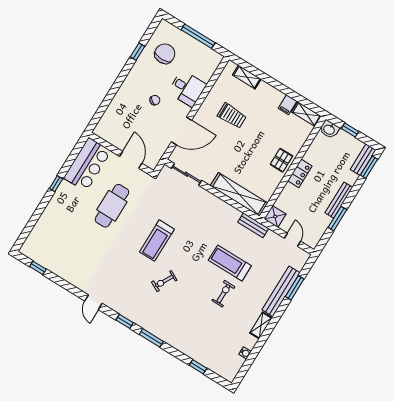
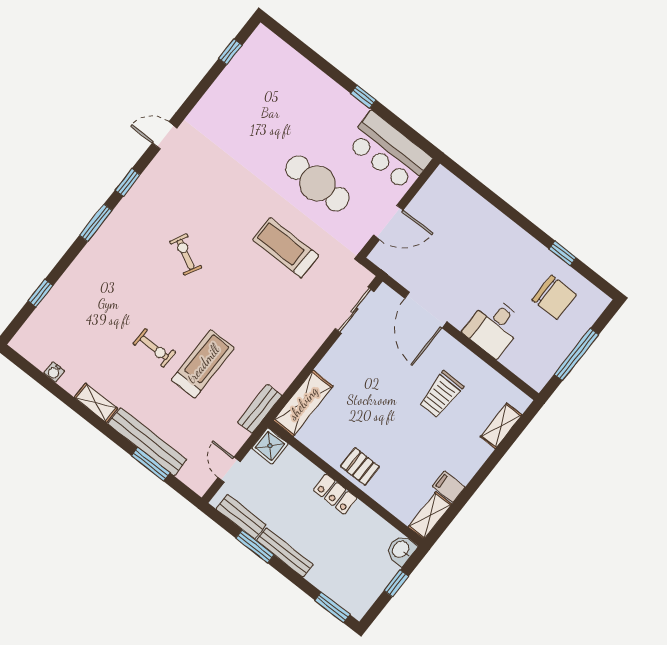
chair: (155, 100) -> (481, 272), removed
bench: (363, 160) -> (241, 517), moved
shelving: (239, 194) -> (303, 403), width x0.68
door: (292, 240) -> (229, 470), swing flipped
treadmill: (157, 241) -> (286, 248), moved

